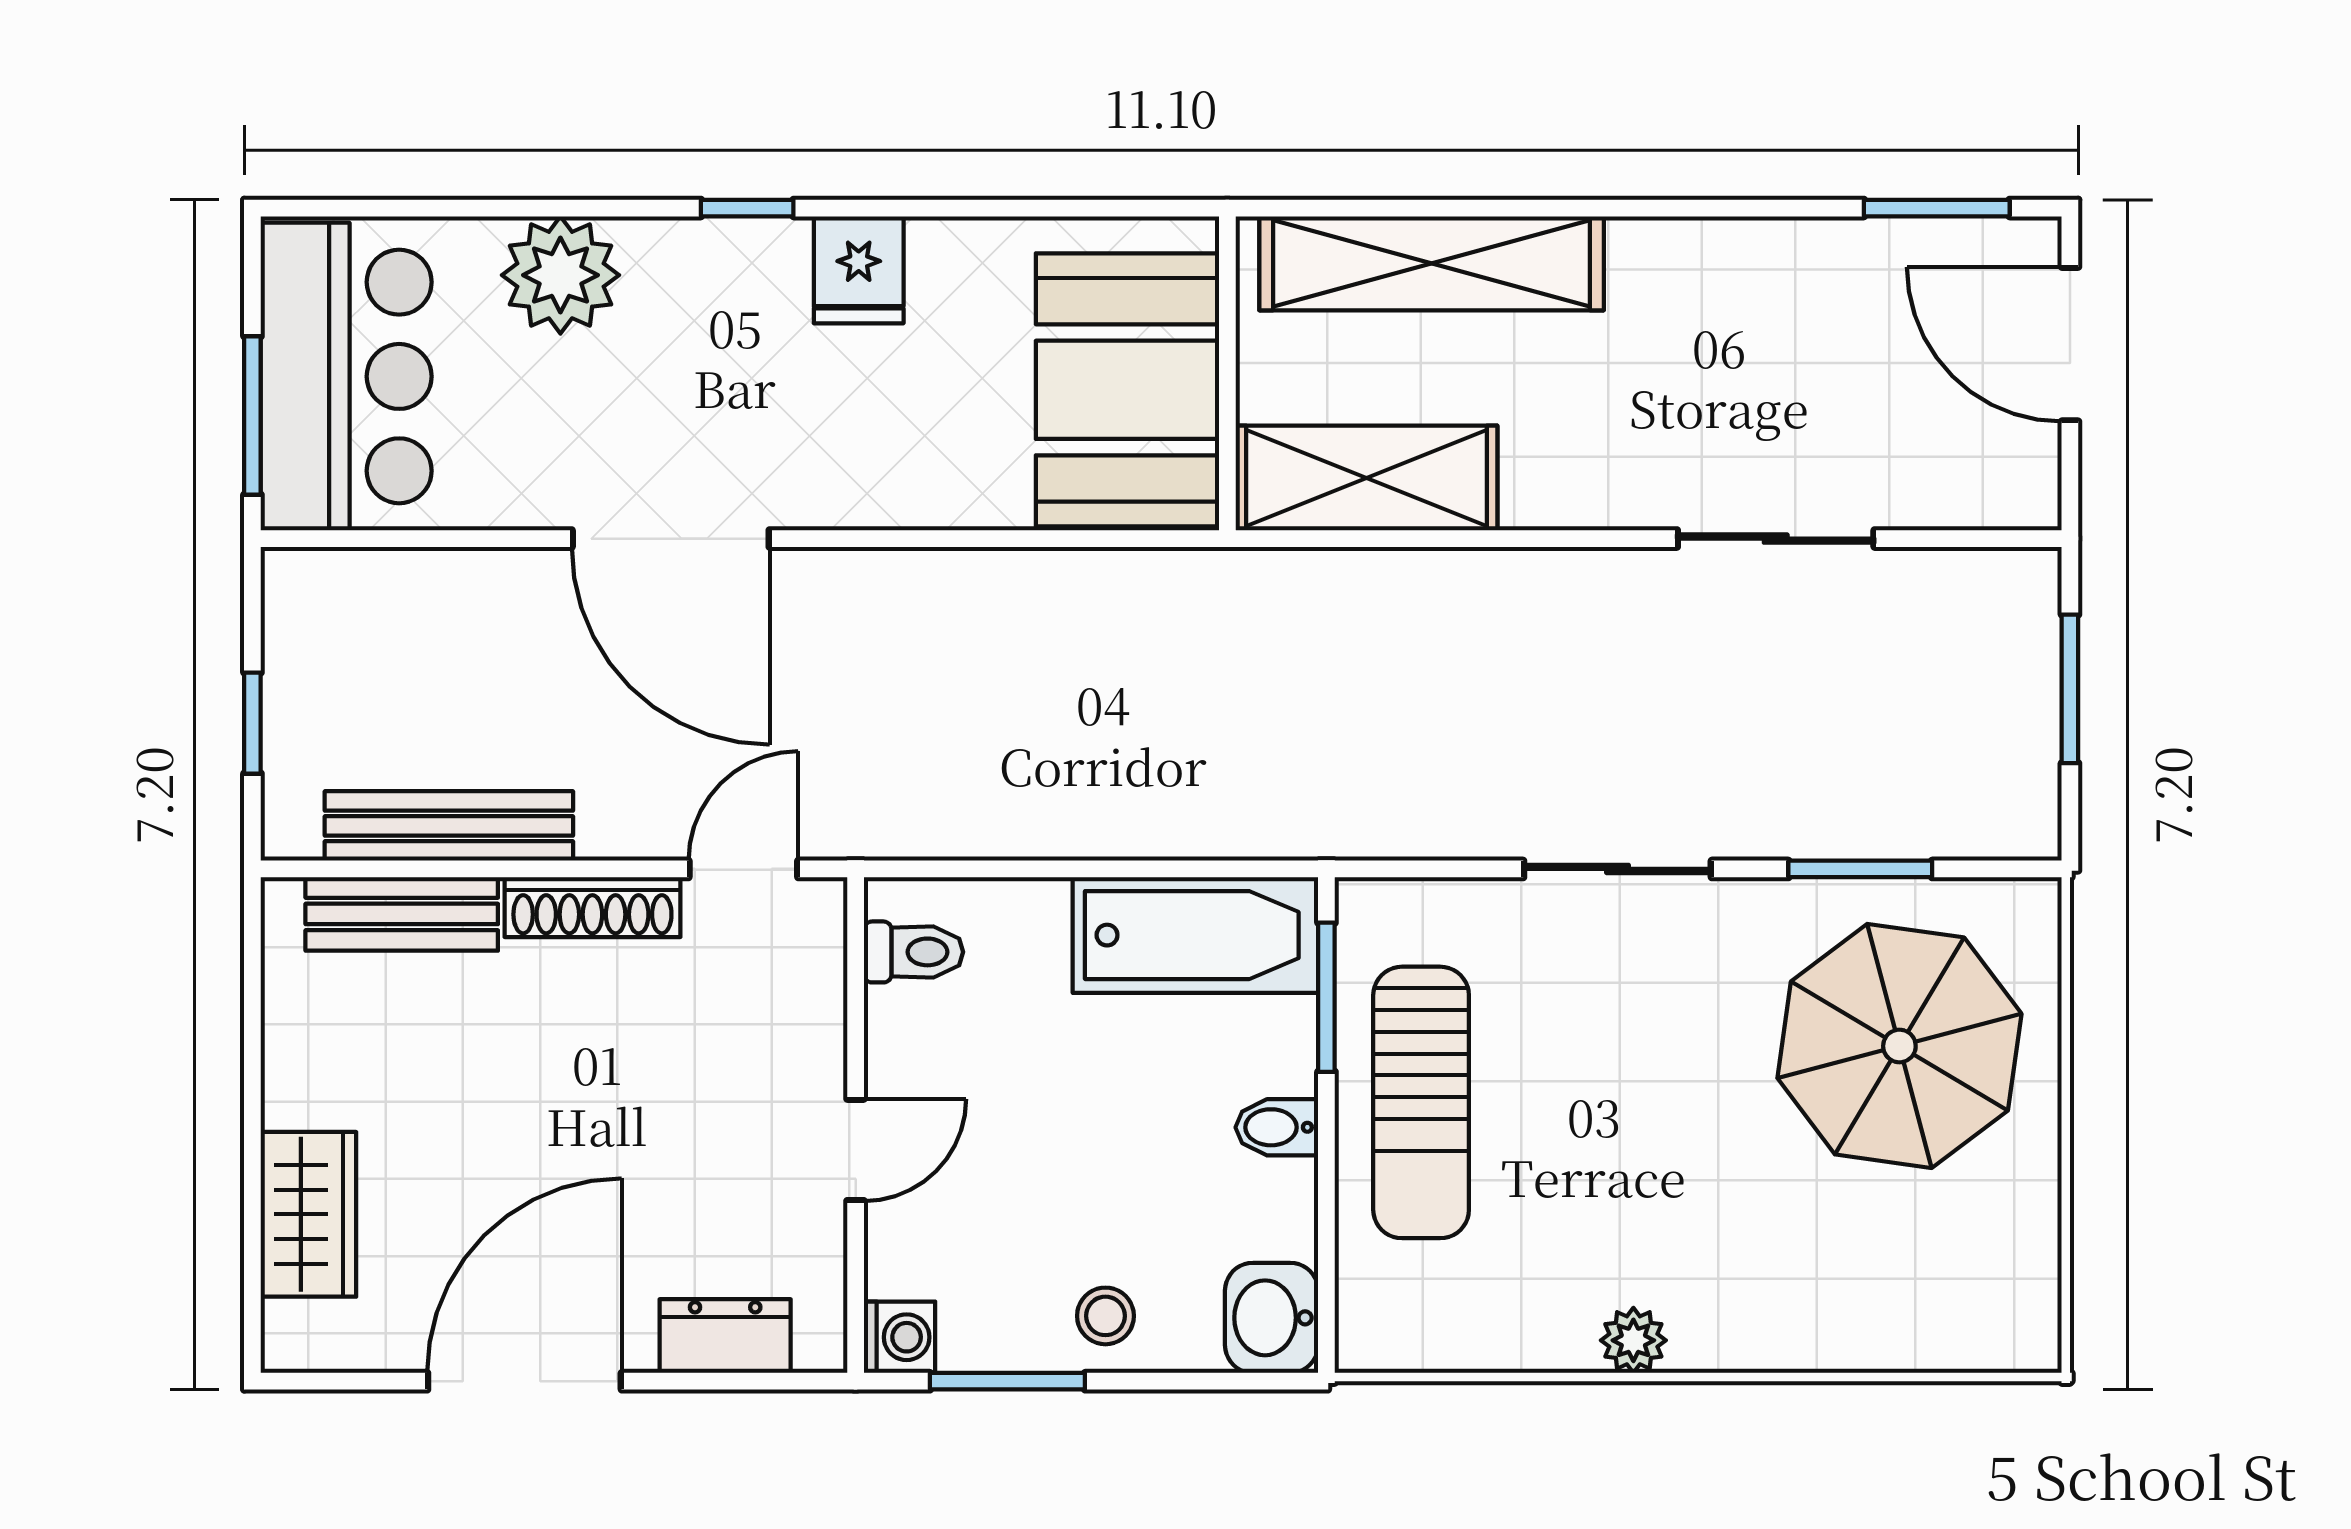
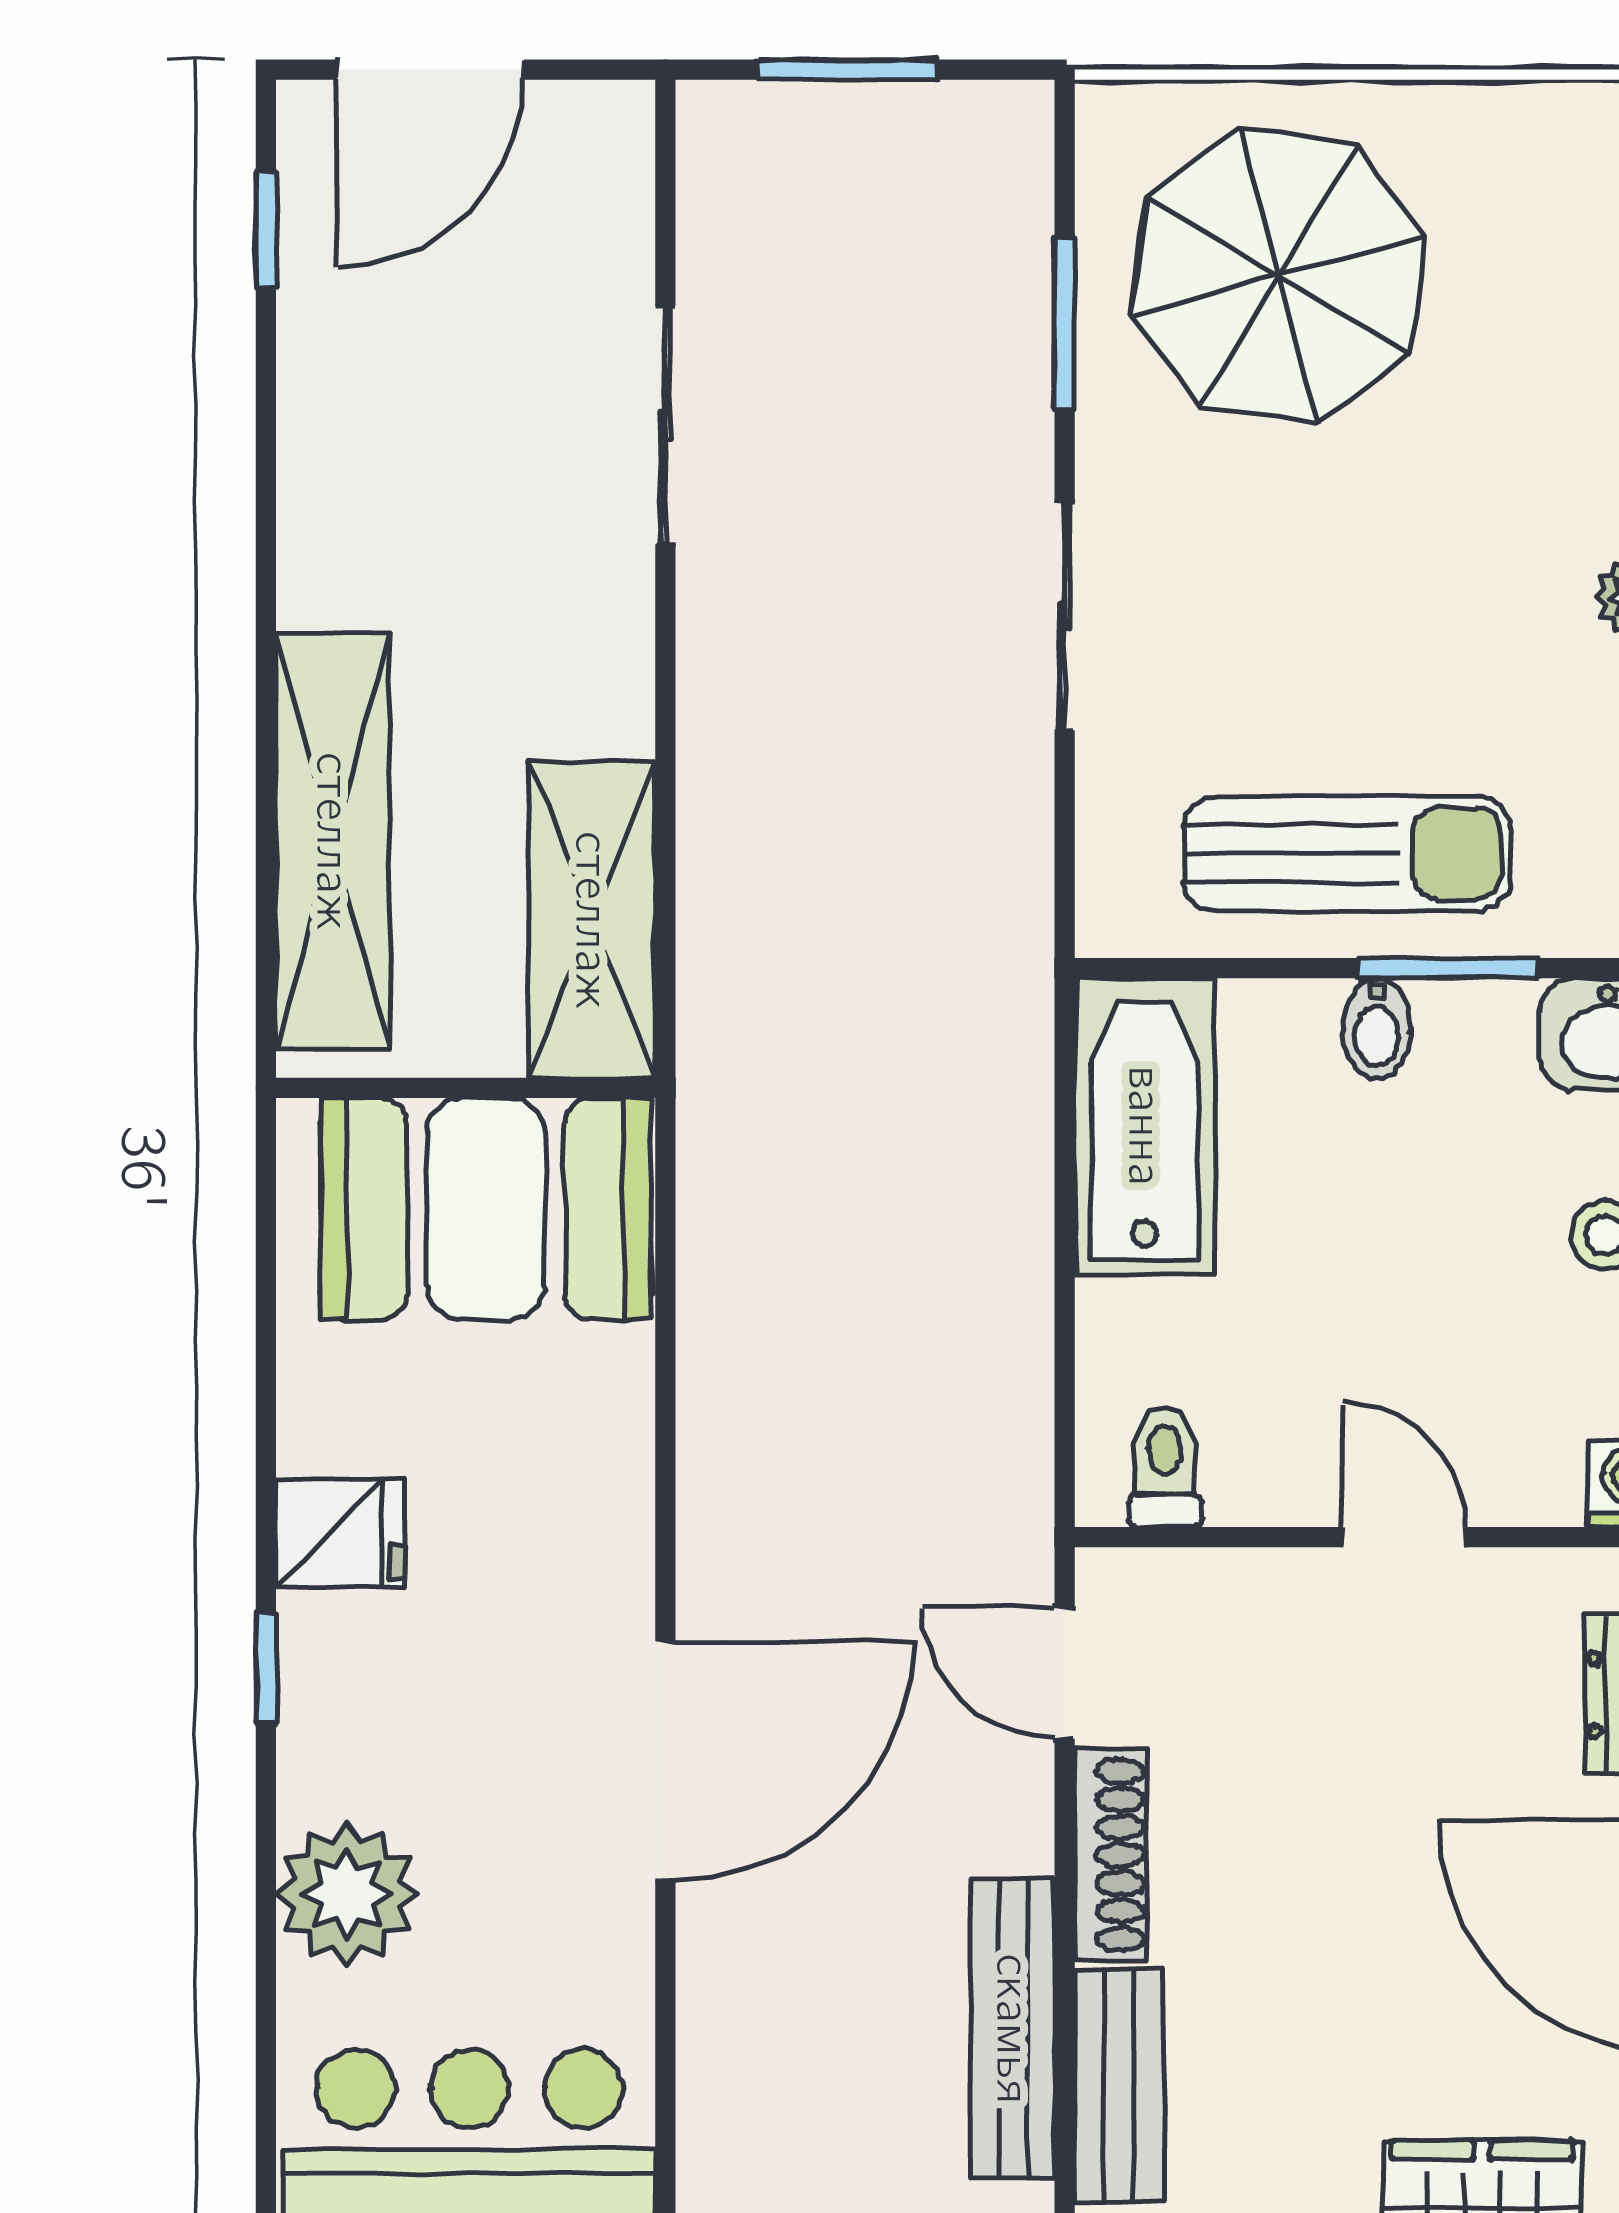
window: (1937, 208) -> (266, 230), width x0.67
window: (1326, 997) -> (1448, 968), moved

